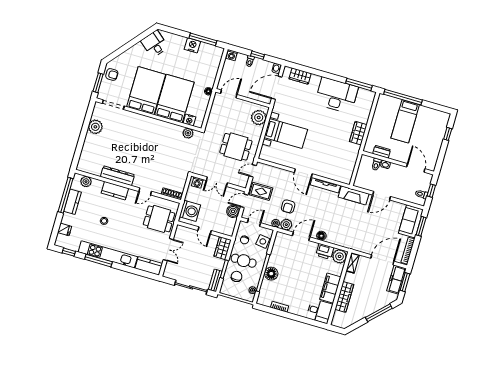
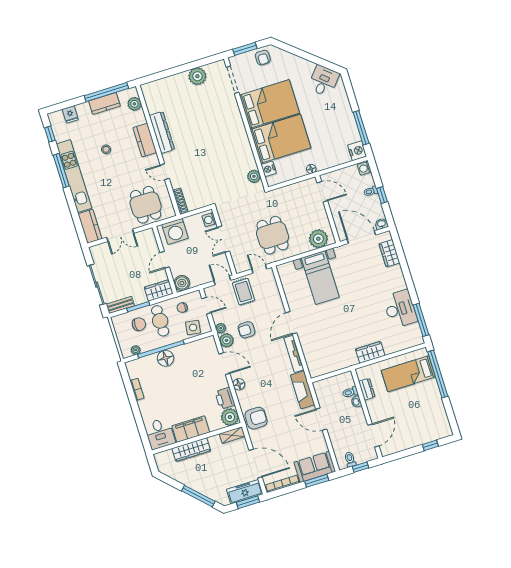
nightstand: (192, 45) -> (357, 151), moved
desk: (337, 95) -> (400, 309), width x0.73, depth x0.77
bed: (405, 121) -> (408, 374), moved
boiler: (233, 211) -> (182, 283), moved
armchair: (352, 239) -> (256, 418), added

